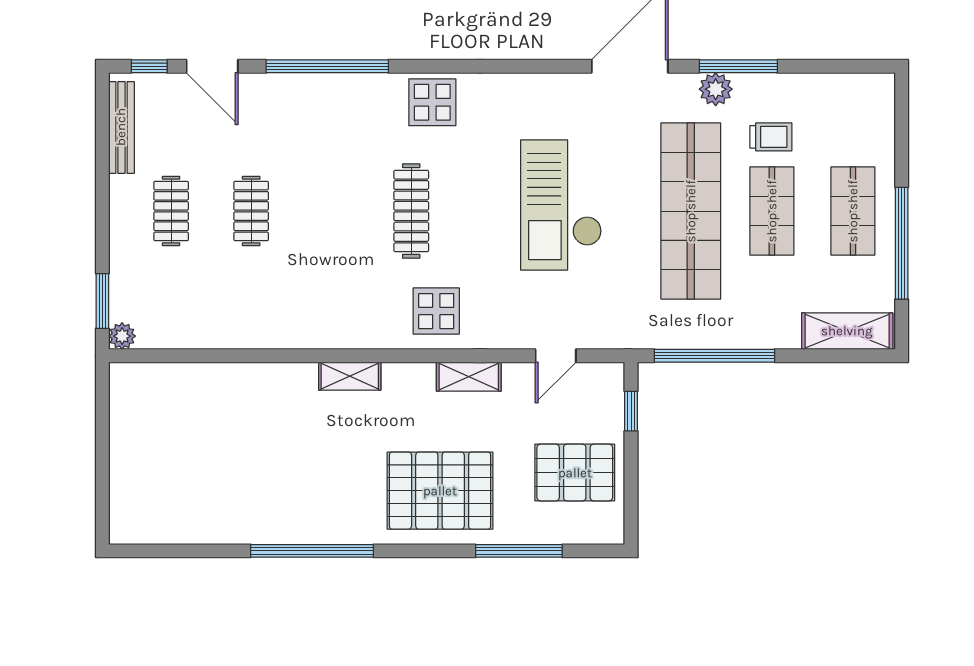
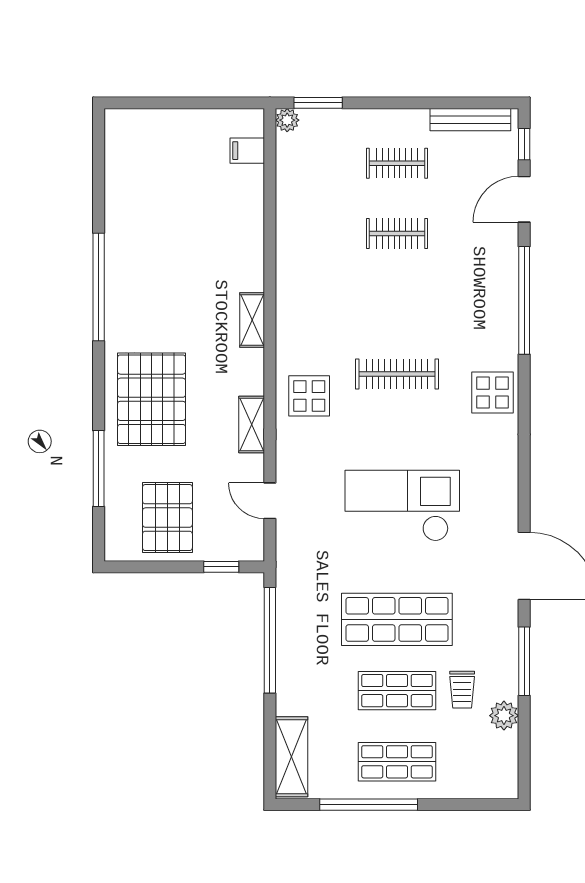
plant: (716, 89) -> (504, 716), moved
shop shelf: (691, 211) -> (397, 619), width x0.71
filing cabinet: (157, 382) -> (247, 151), added

